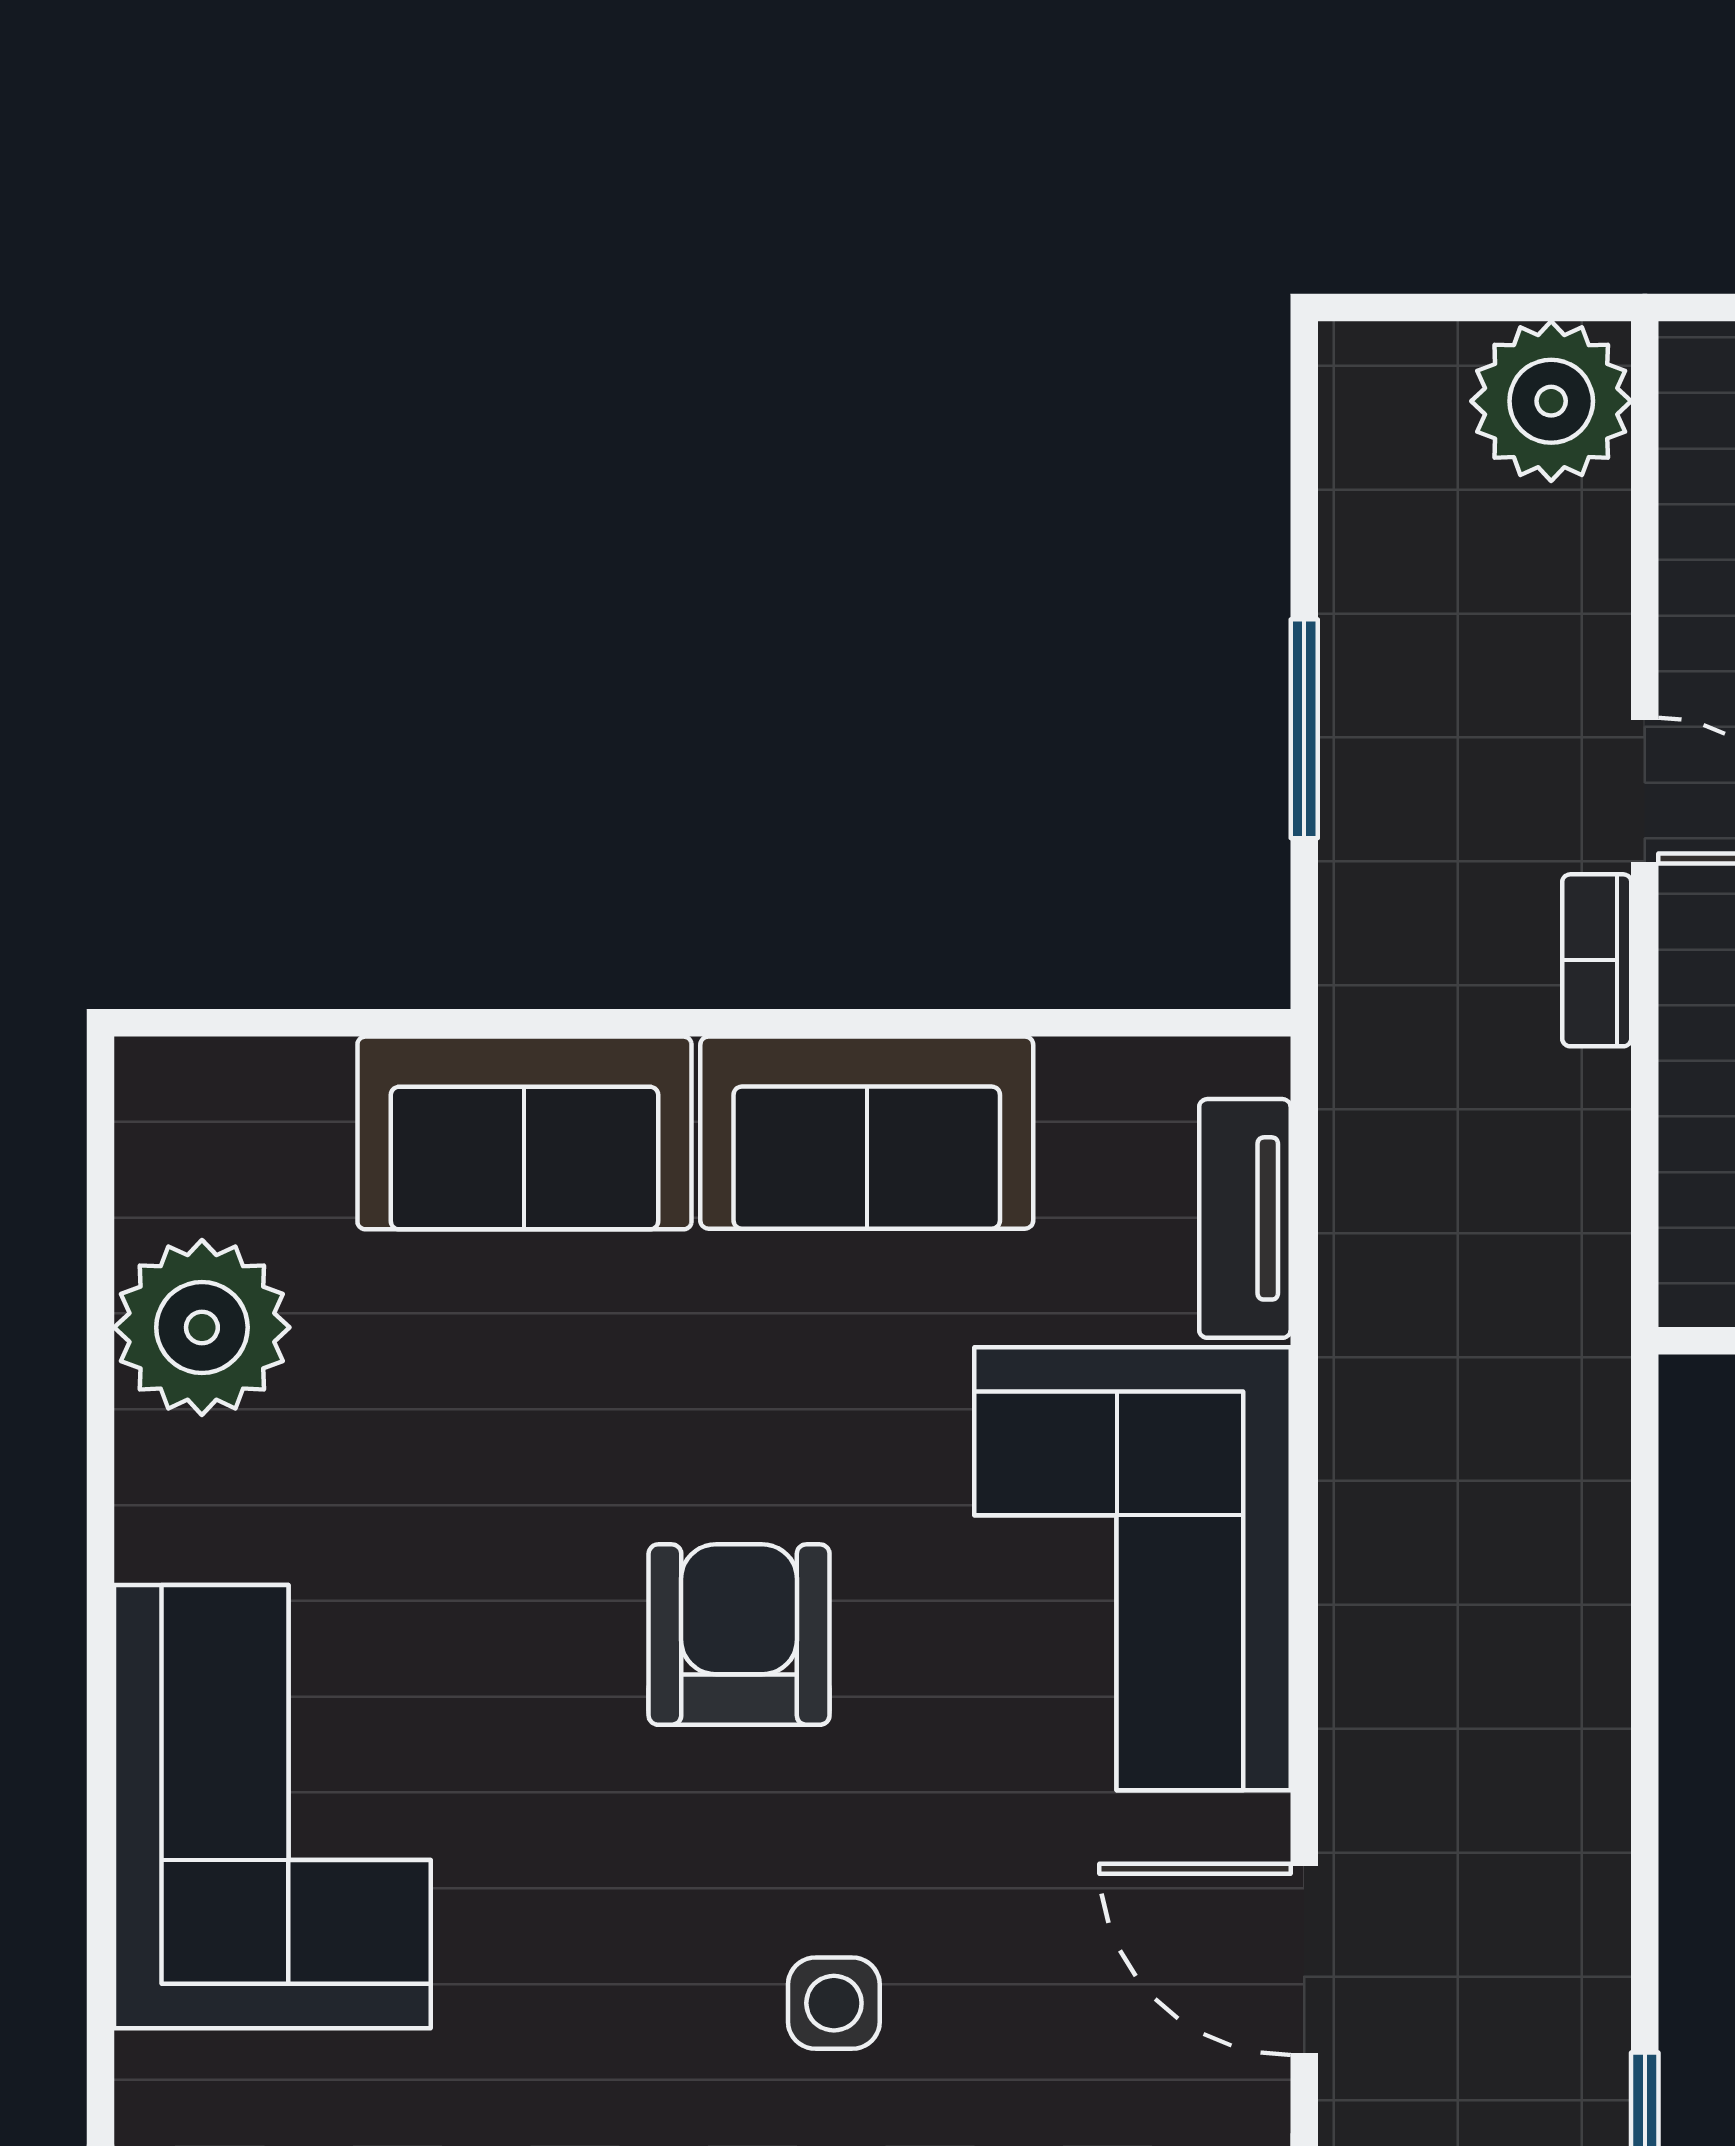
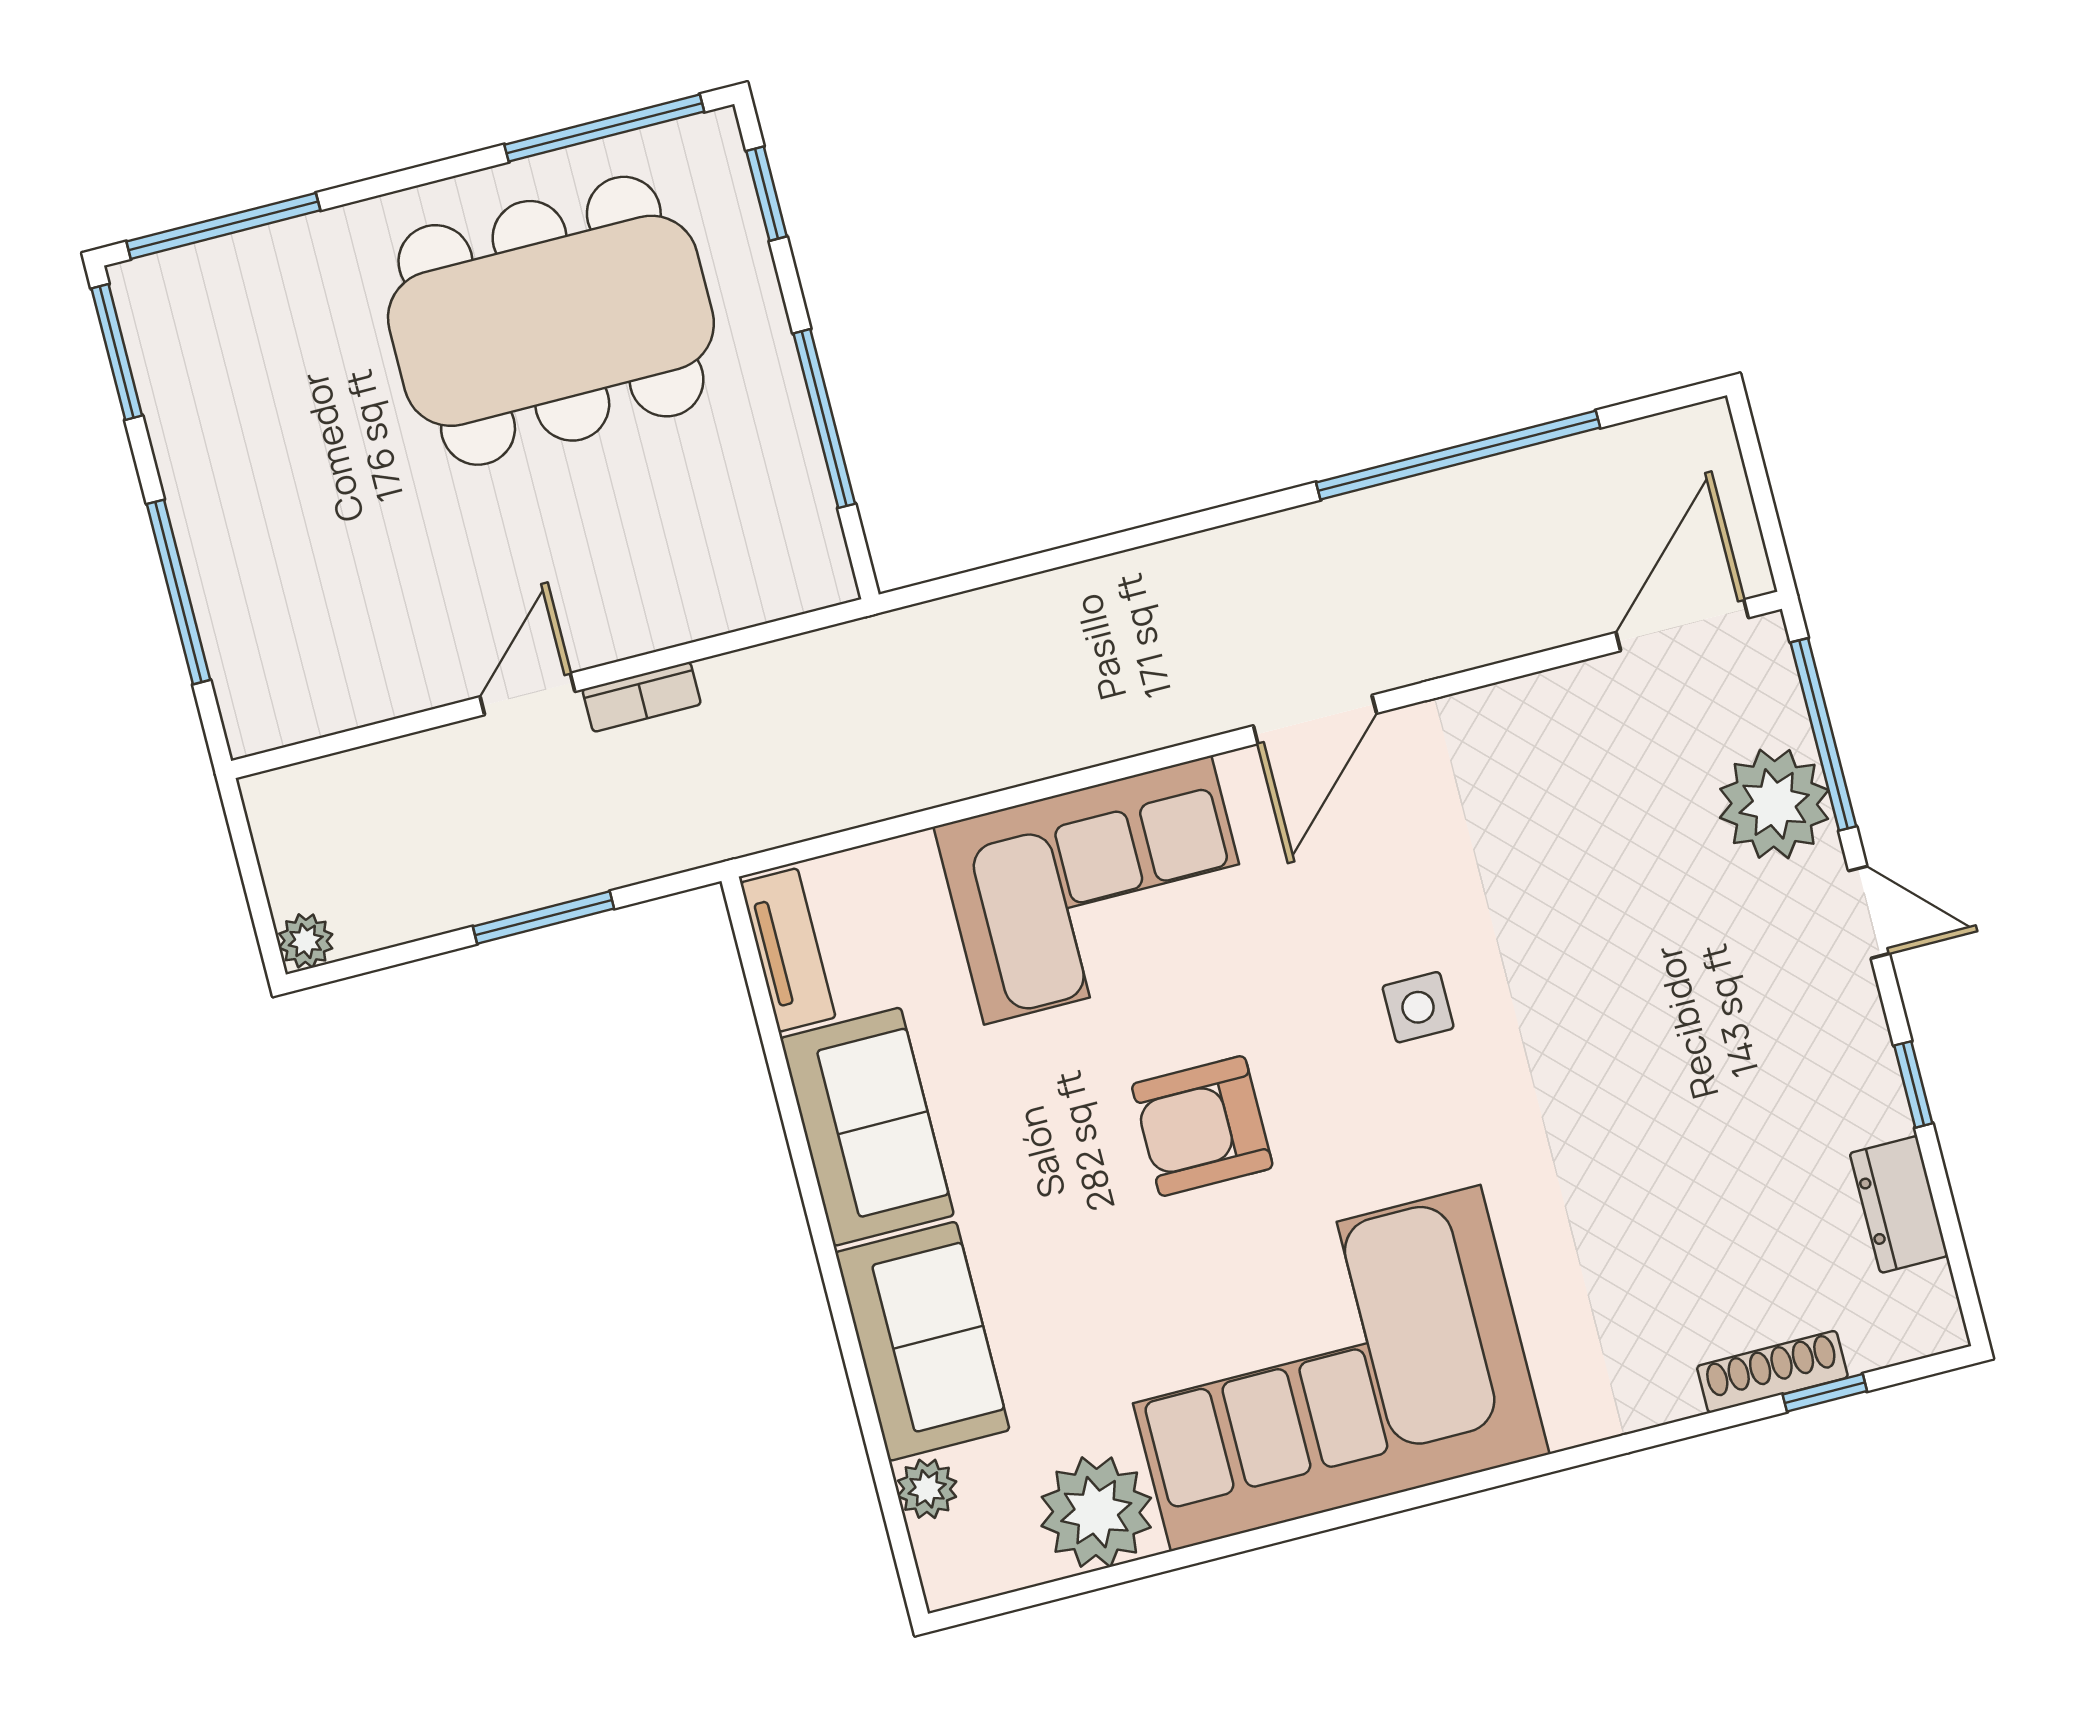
plant: (1551, 401) -> (306, 941), moved, width x0.53, depth x0.53
plant: (302, 1083) -> (927, 1489), added
tv unit: (1245, 1218) -> (788, 950), moved, turned -90
corner sofa: (272, 1807) -> (1326, 1368), width x1.36, depth x1.36

